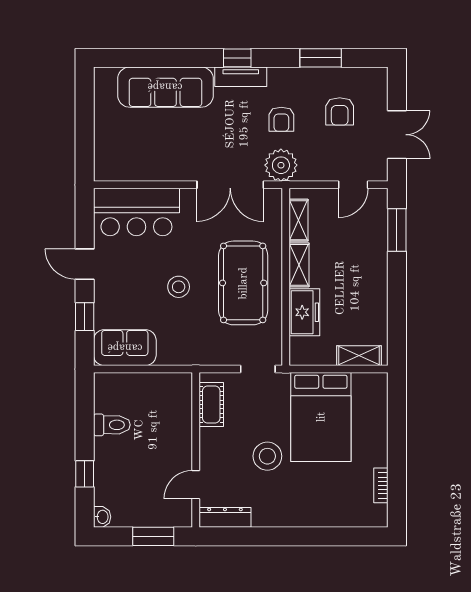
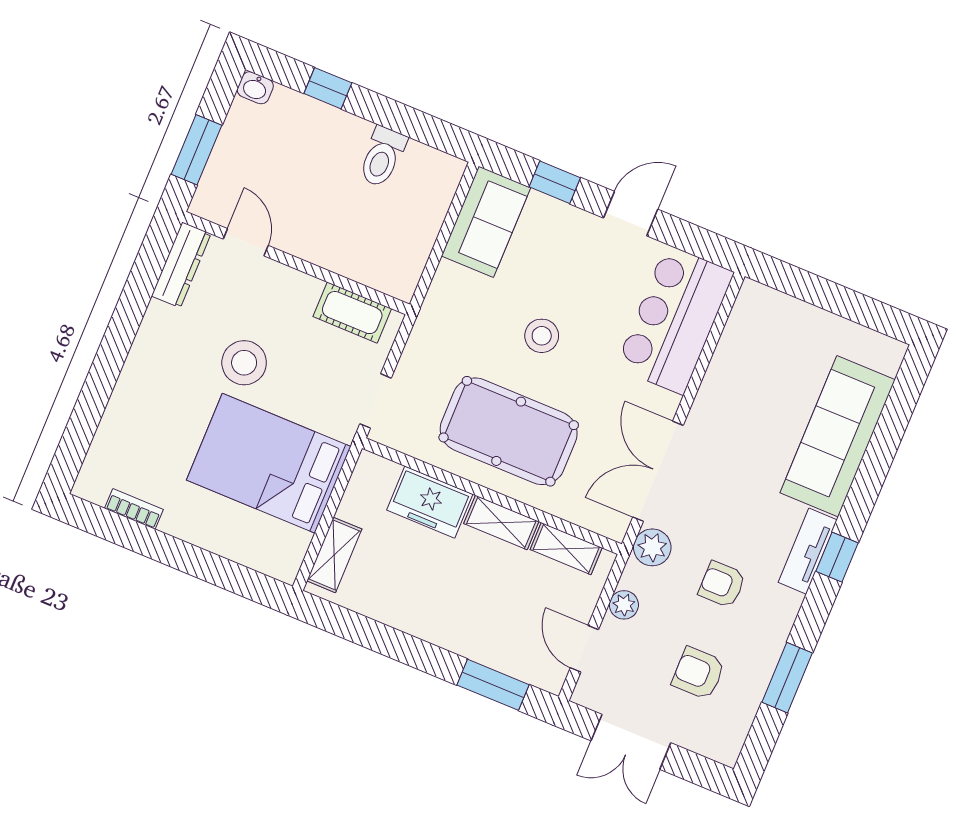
plant: (281, 165) -> (652, 547), width x0.73, depth x0.73
plant: (318, 172) -> (624, 605), added

